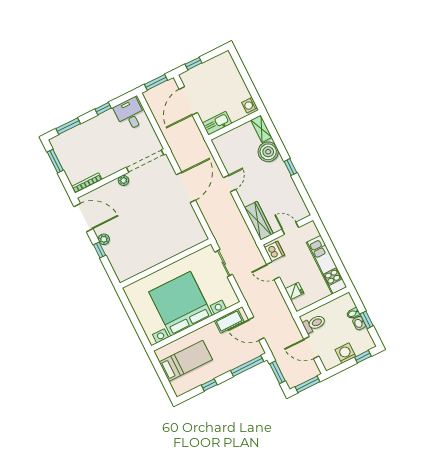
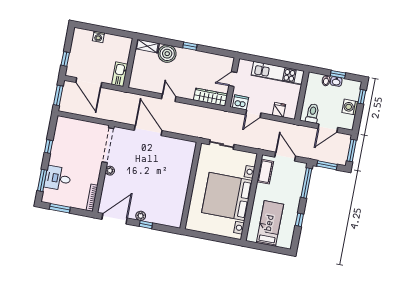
washing machine: (249, 105) -> (98, 37), moved
desk: (130, 114) -> (58, 178), moved
door: (256, 329) -> (285, 157), swing flipped

